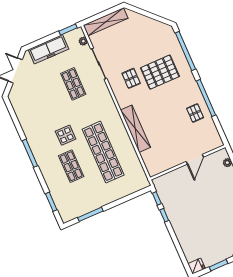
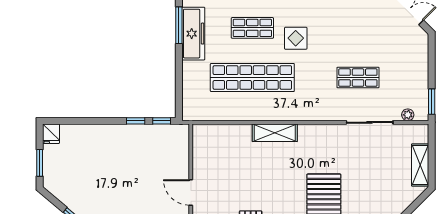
shelving: (106, 22) -> (420, 165), width x0.68
freezer: (48, 49) -> (193, 34), moved, turned 180
pallet: (131, 78) -> (332, 156), removed
shelving: (135, 129) -> (275, 133), width x0.68

